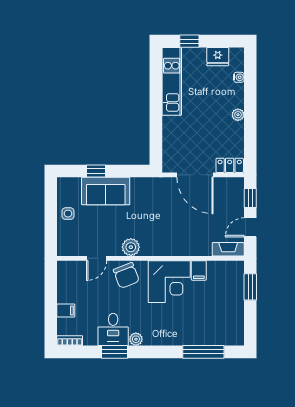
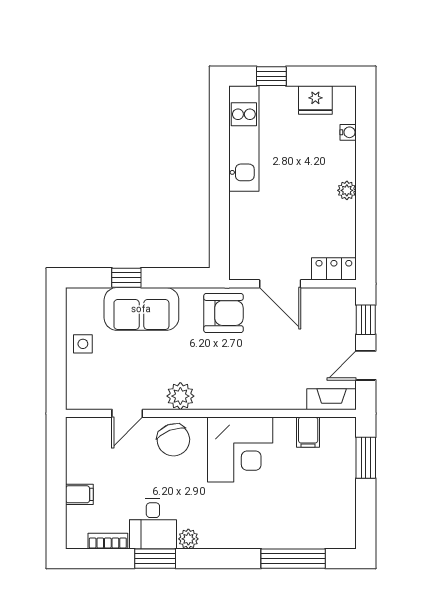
door: (195, 175) -> (280, 284), width x0.73
armchair: (159, 194) -> (224, 313), added
filing cabinet: (199, 270) -> (308, 432), moved
bookcase: (70, 341) -> (108, 541), moved

